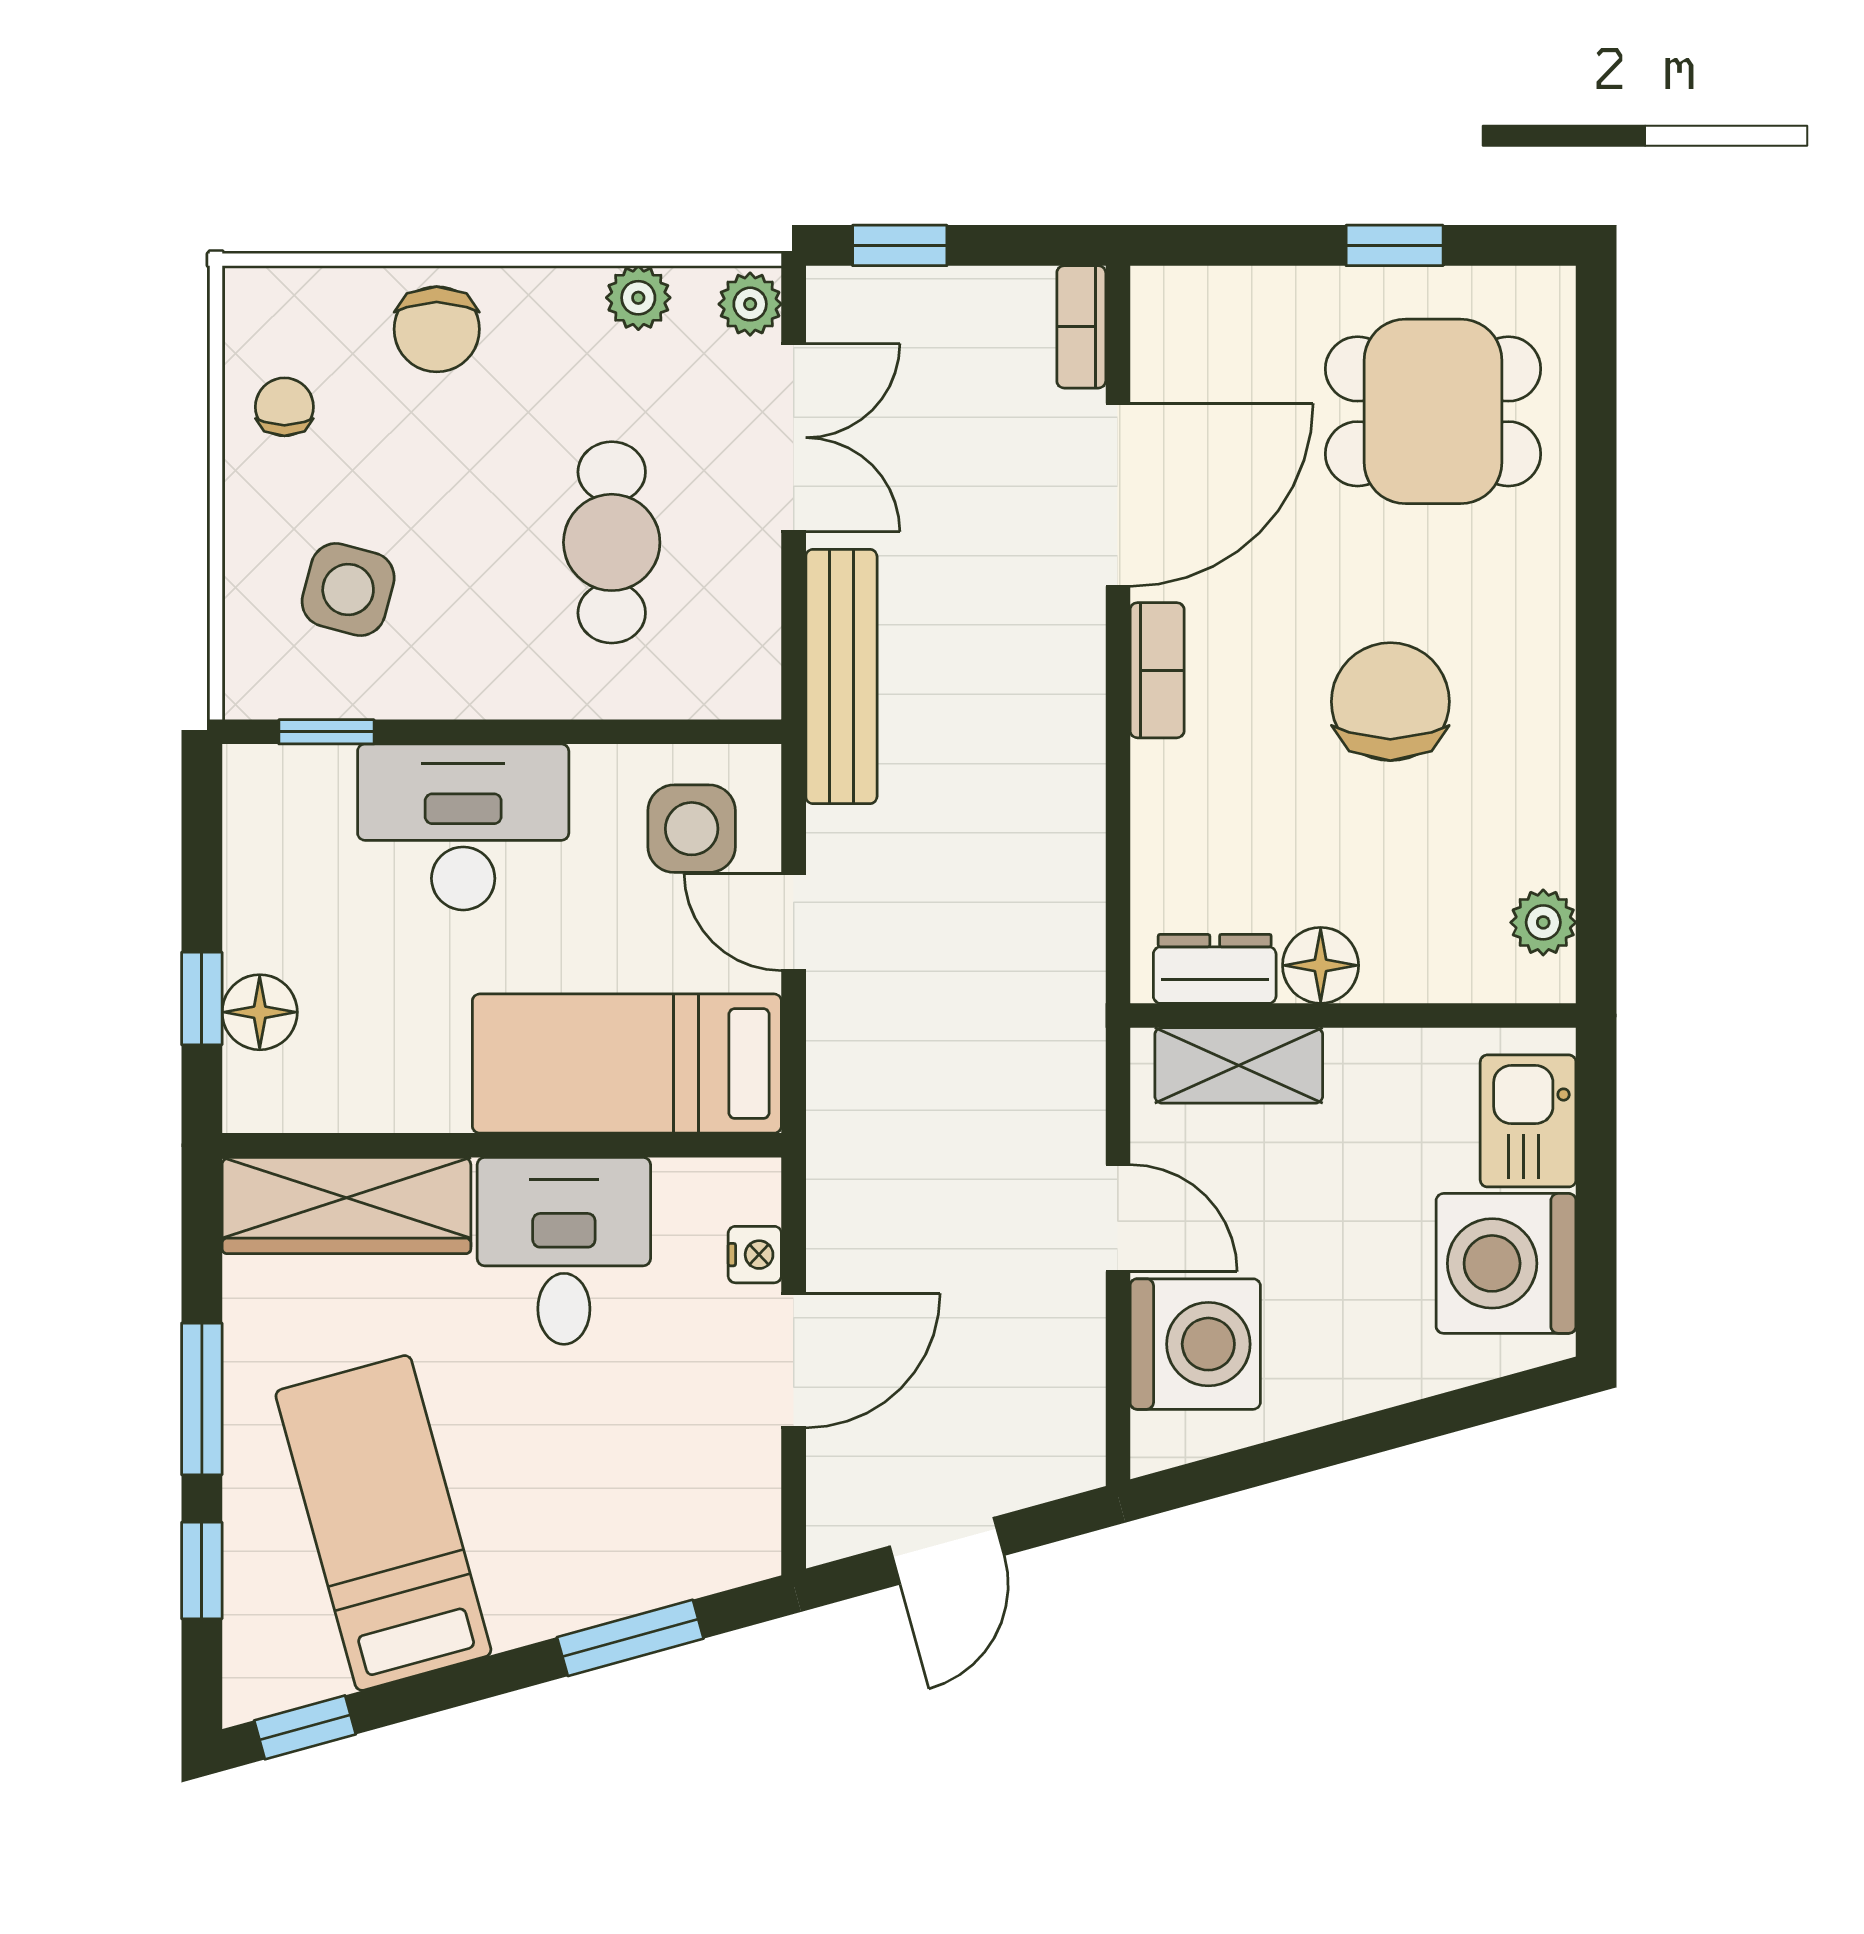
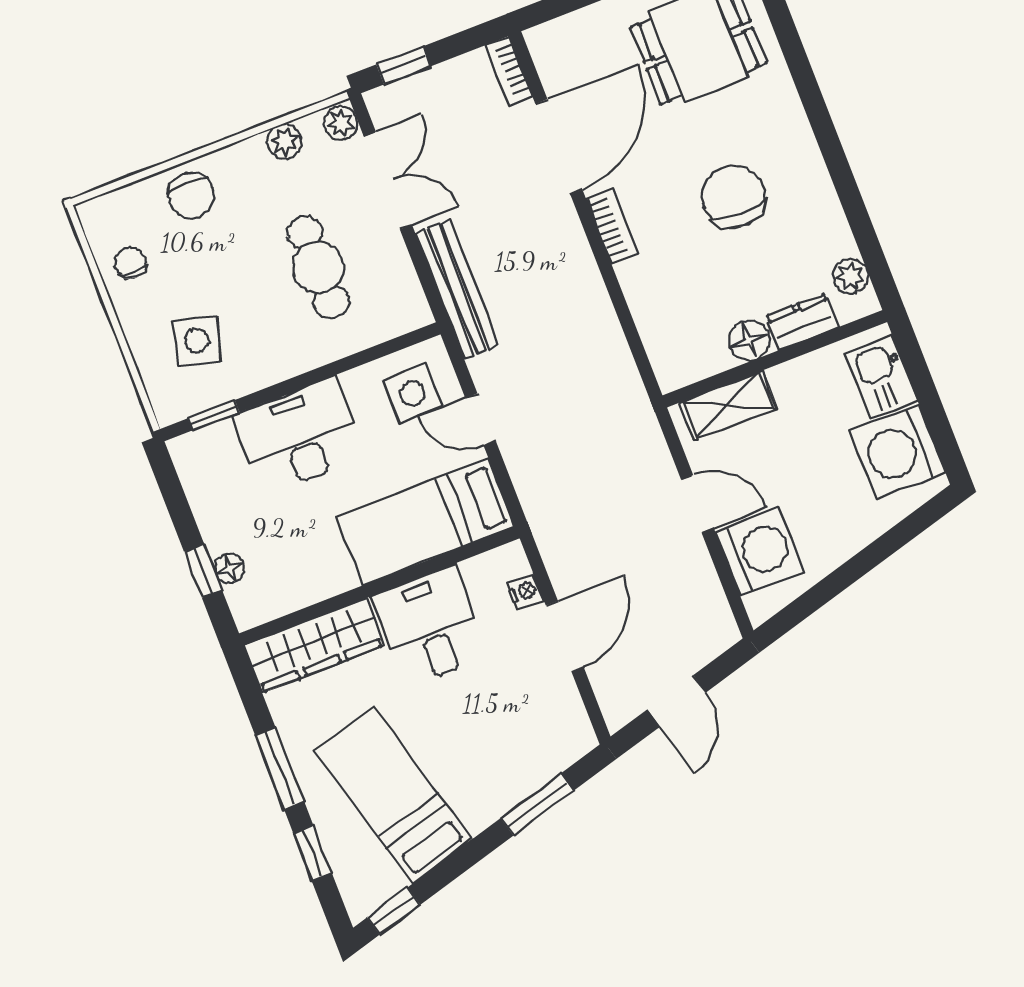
dresser: (1215, 969) -> (802, 322), moved
floor lamp: (260, 1012) -> (229, 569), width x0.73, depth x0.73

